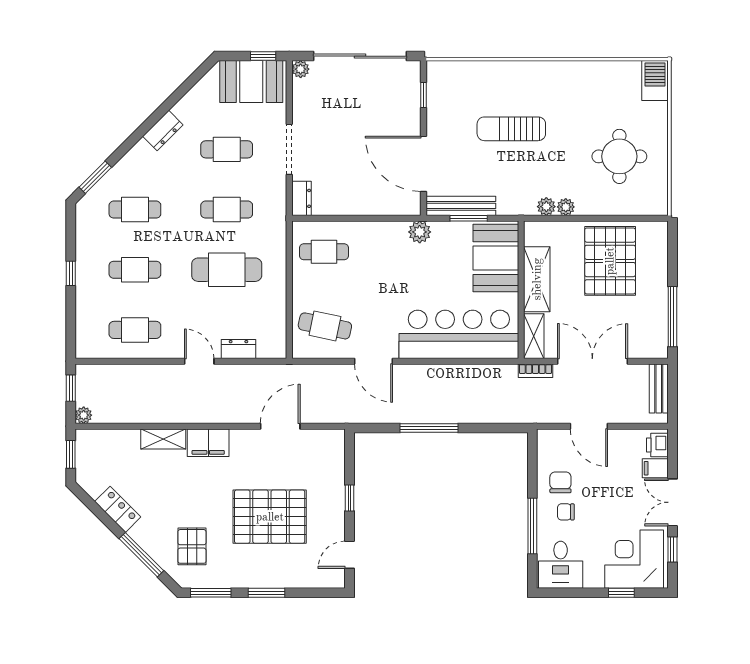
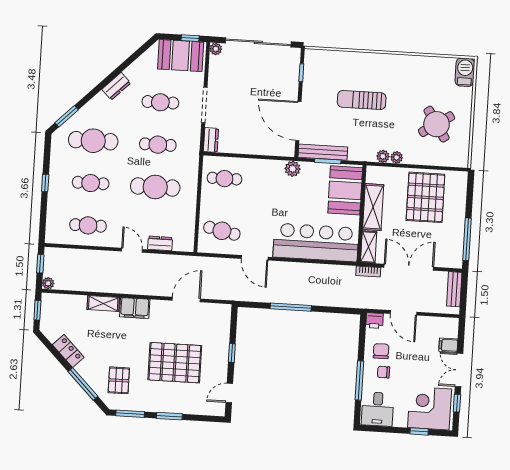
round table: (619, 156) -> (437, 124), turned -33
cafe table: (135, 210) -> (93, 141), width x1.37, depth x1.35
printer: (657, 445) -> (374, 320), moved, turned -90

